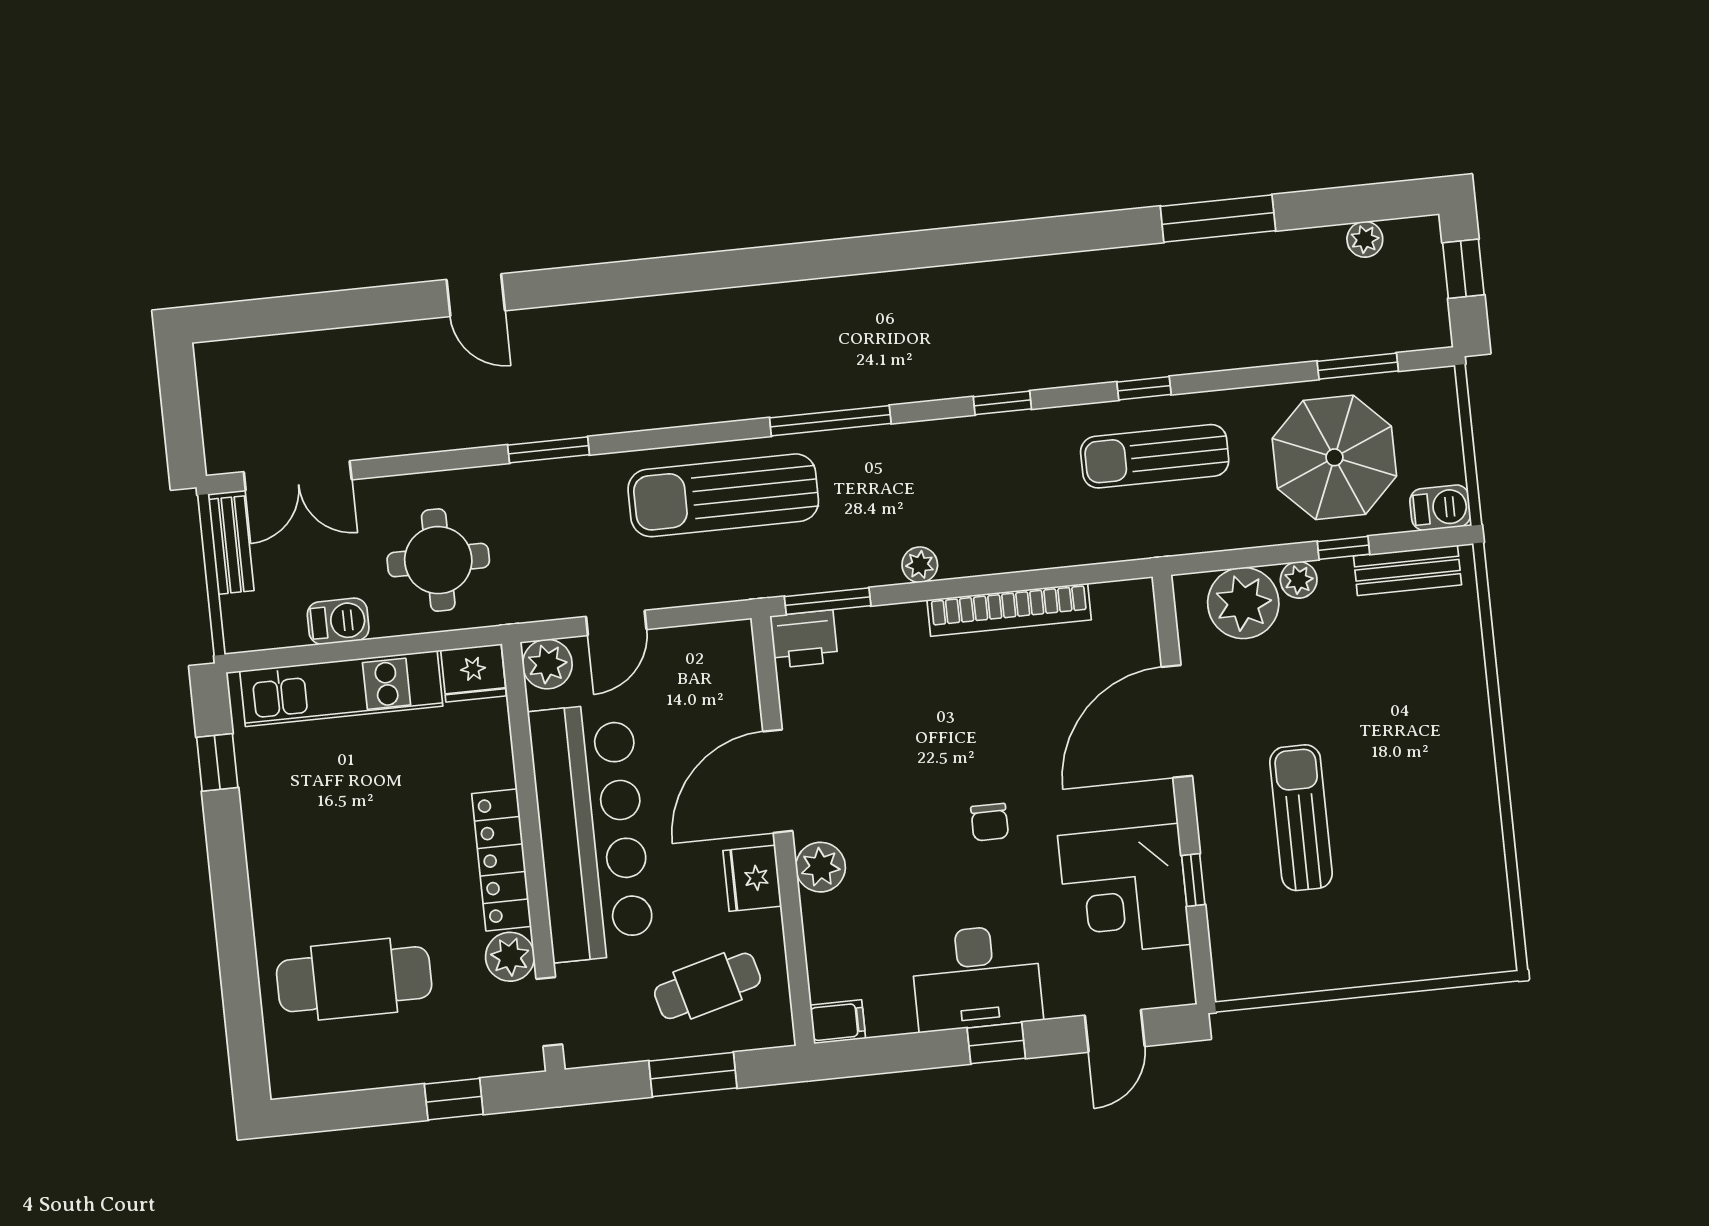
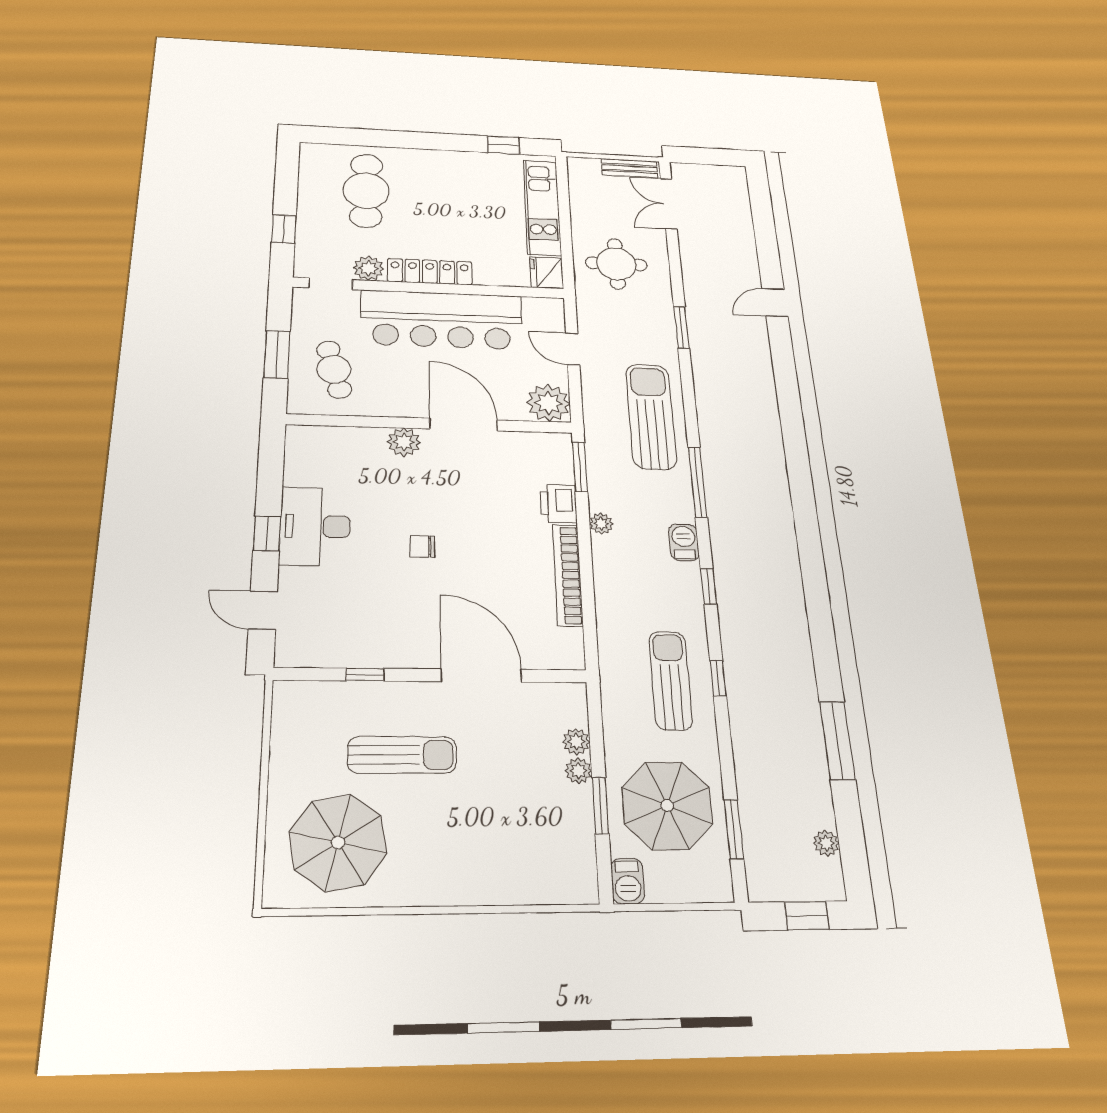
window: (1343, 548) -> (600, 806), width x1.50
bench: (1407, 570) -> (581, 852), removed
plant: (1243, 603) -> (576, 742), width x0.53, depth x0.53
barbecue: (338, 621) -> (684, 542), moved, turned 180
printer: (804, 639) -> (559, 504), moved
plant: (547, 664) -> (548, 403), moved, width x1.36, depth x1.36
fridge: (752, 878) -> (401, 403), removed
parasol: (1426, 887) -> (338, 843), added
corner desk: (1124, 890) -> (364, 627), removed
filing cabinet: (838, 1022) -> (298, 440), removed

